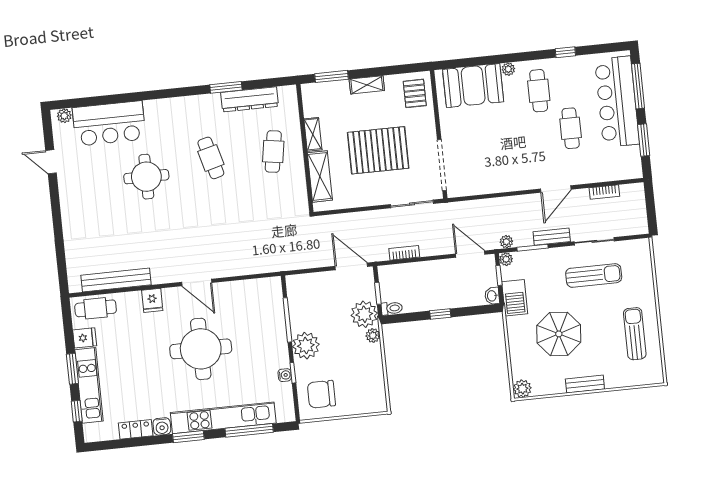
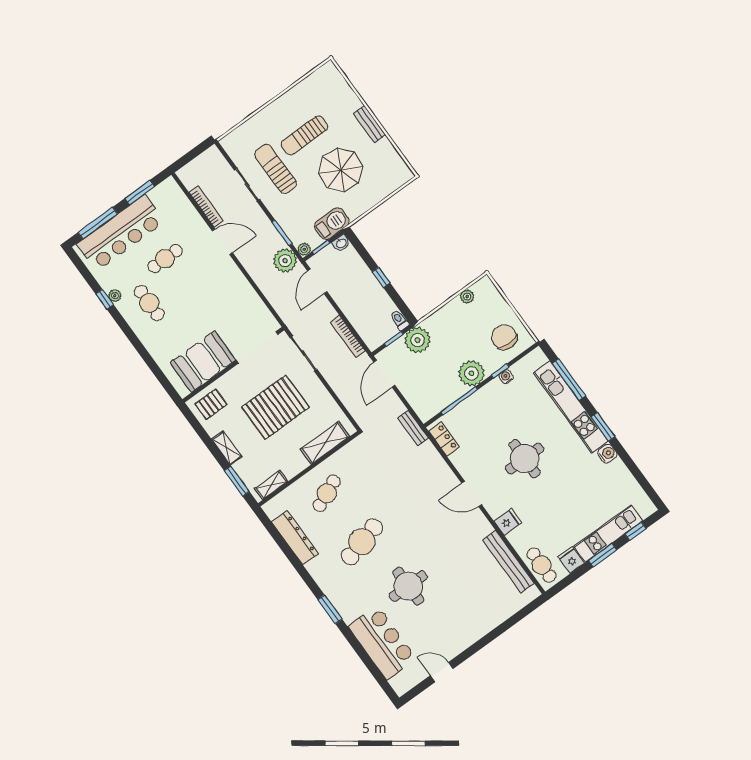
plant: (508, 69) -> (115, 296), moved
booth: (473, 86) -> (203, 361), moved, turned 90
window: (226, 87) -> (330, 609), moved
cafe table: (539, 91) -> (149, 303), turned 90
plant: (64, 116) -> (397, 683), removed
shelving: (313, 134) -> (271, 485), moved
pallet: (378, 150) -> (275, 407), turned 90
cafe table: (273, 152) -> (327, 493), turned -33
cafe table: (211, 158) -> (362, 542), width x1.37, depth x1.35
door: (51, 162) -> (442, 672), swing flipped
bookcase: (604, 192) -> (206, 206), width x1.56
bench: (552, 237) -> (413, 428), moved
plant: (506, 242) -> (285, 261), width x1.88, depth x1.88
bookcase: (404, 253) -> (348, 336), width x1.56
door: (197, 282) -> (472, 494), swing flipped
sun lounger: (635, 334) -> (304, 135), moved
plant: (373, 336) -> (467, 297), moved
round table: (201, 349) -> (525, 459), width x0.73, depth x0.73
plant: (522, 389) -> (403, 174), removed
chair: (321, 394) -> (504, 337), turned 180
locker: (136, 429) -> (444, 439), moved, turned 180

